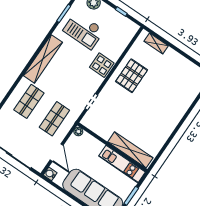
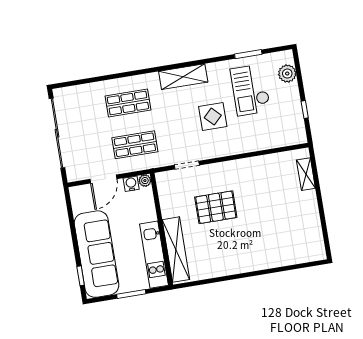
shelving: (43, 59) -> (183, 77), width x0.68
display table: (102, 65) -> (213, 116), moved
pallet: (132, 76) -> (216, 207), moved
water cooler: (50, 174) -> (131, 184), moved

